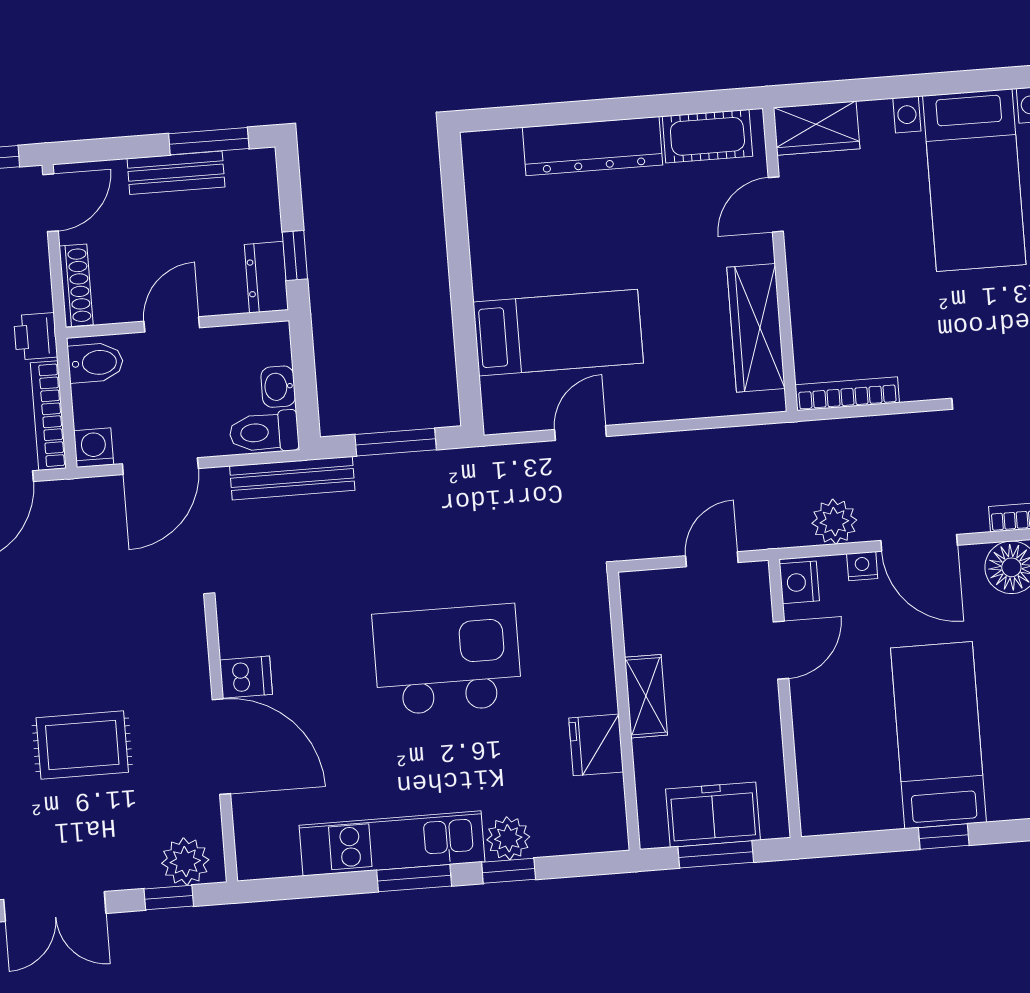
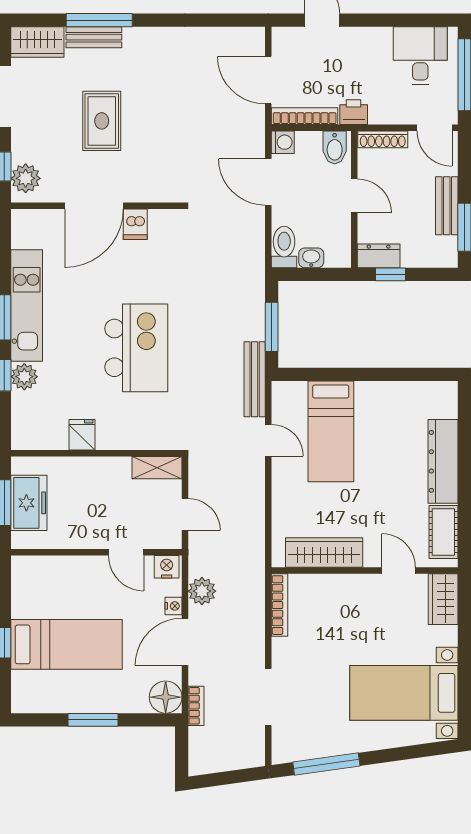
bench: (292, 478) -> (255, 379), moved
shelving: (646, 696) -> (157, 468), moved
fridge: (596, 745) -> (82, 435), width x0.72

